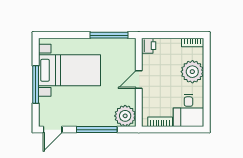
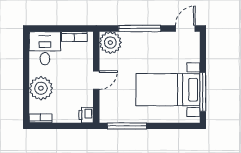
window: (36, 85) -> (203, 92), moved

